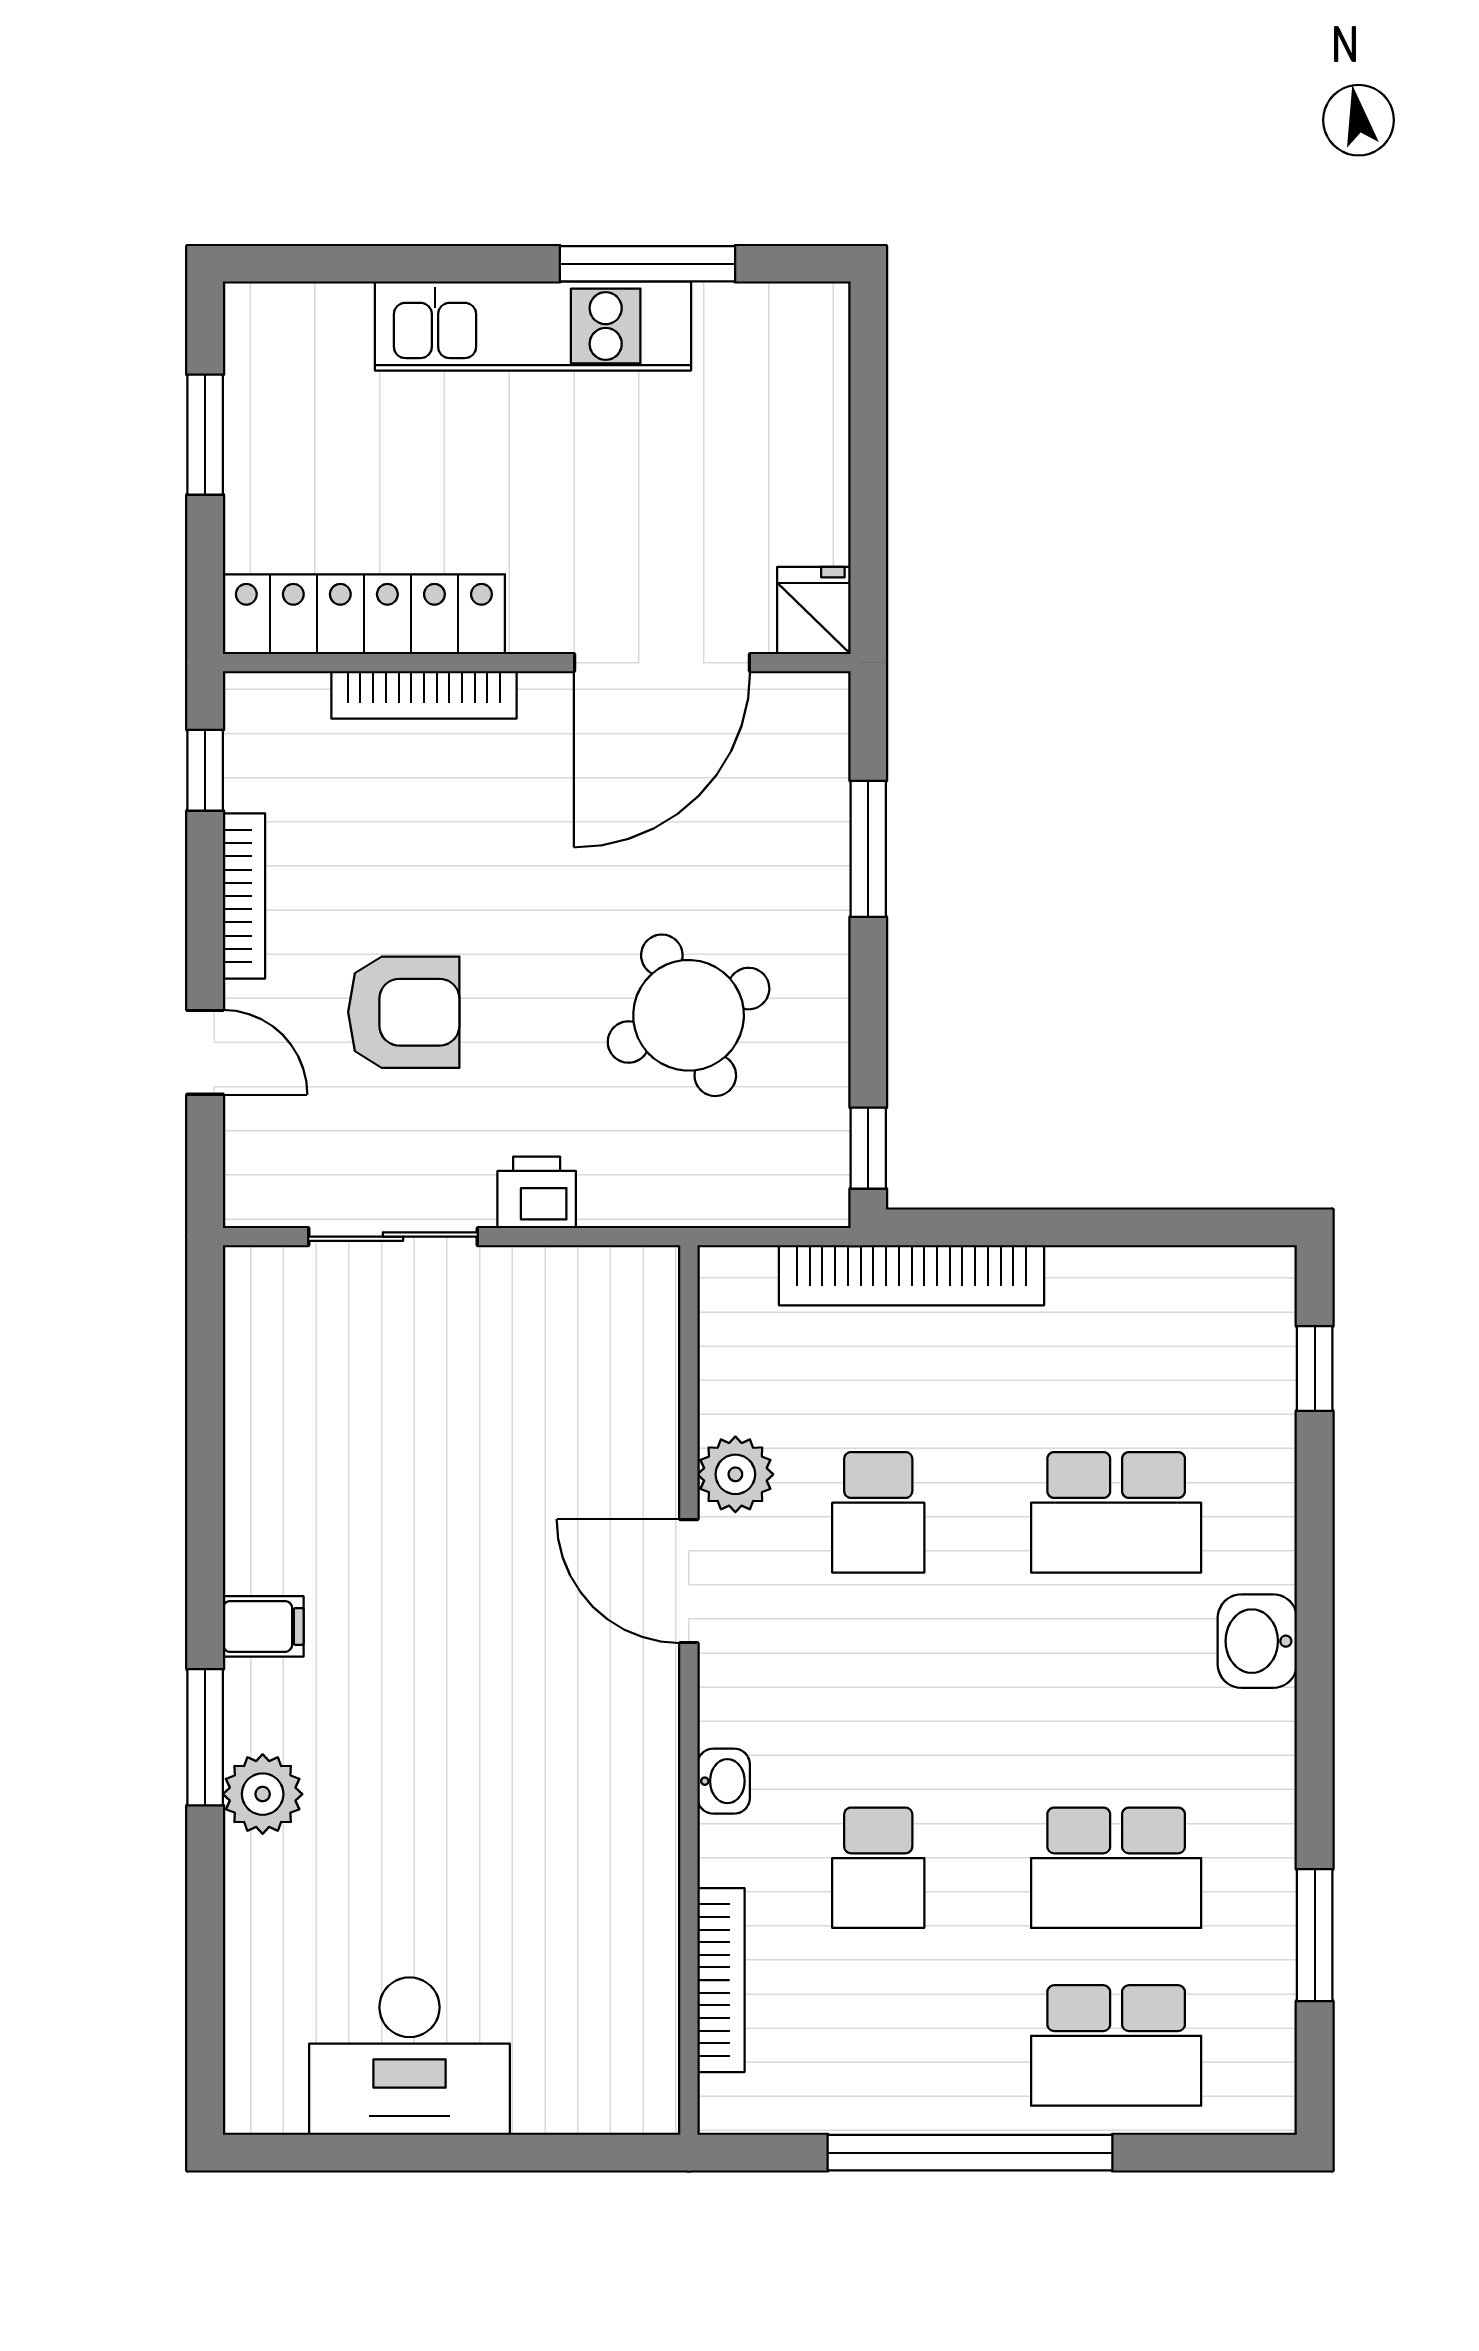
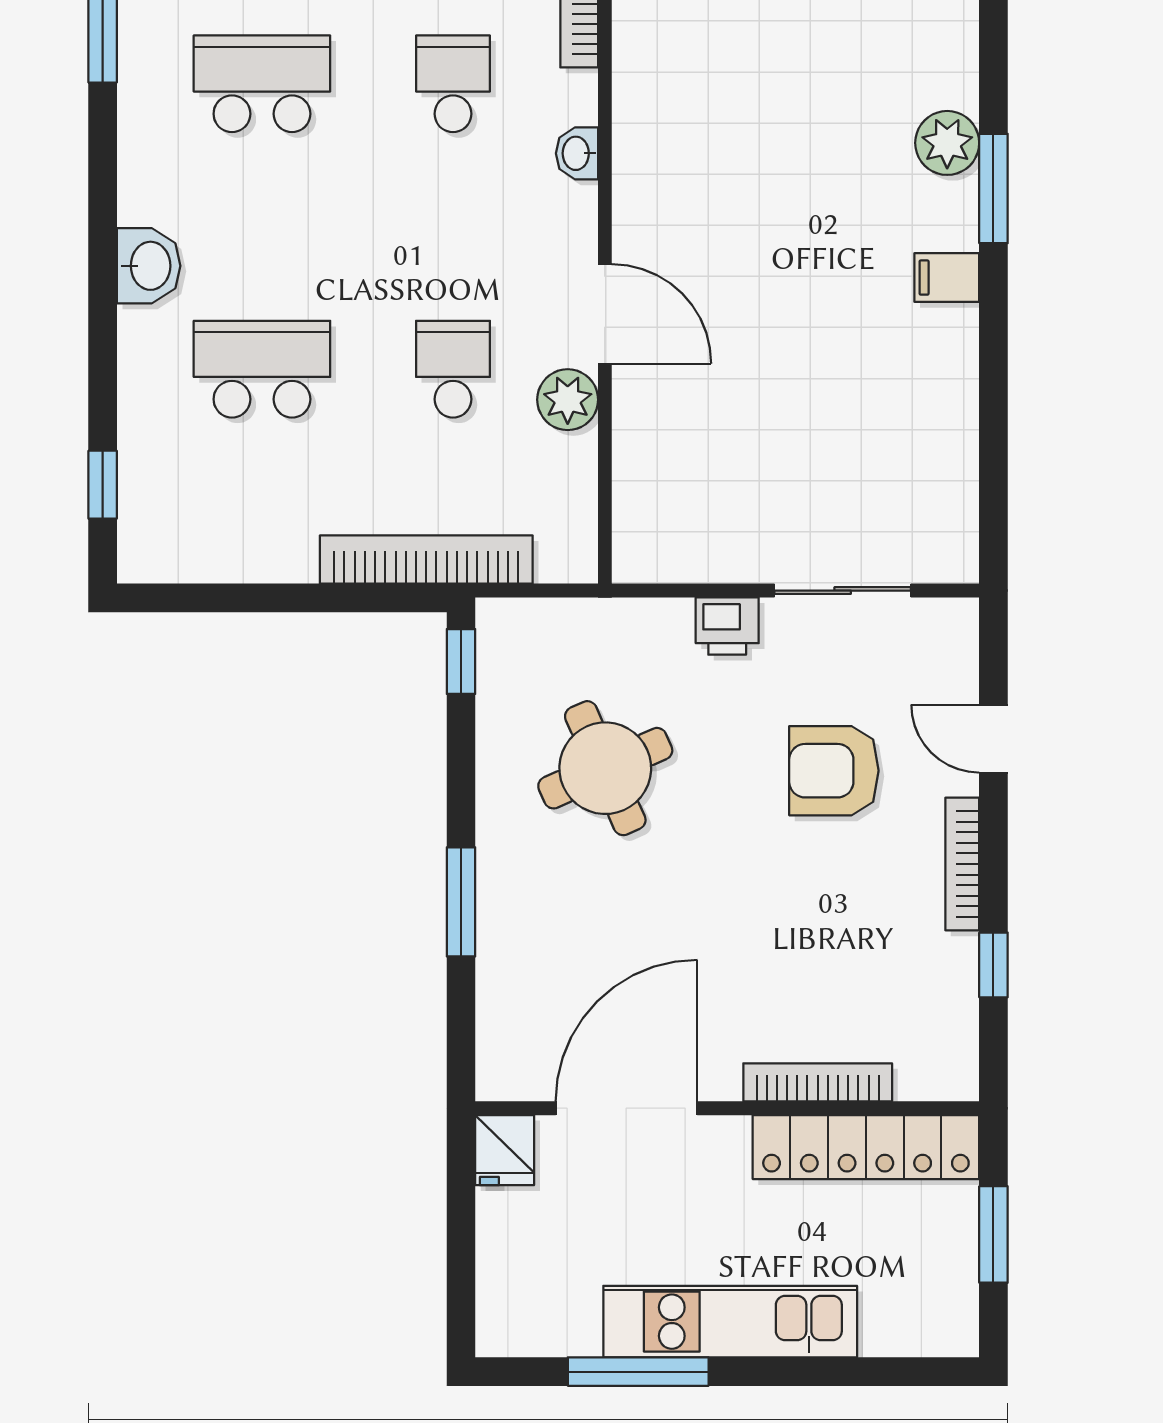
fridge: (814, 610) -> (505, 1150), moved
locker: (364, 614) -> (866, 1147), moved
wall: (537, 663) -> (727, 1108), moved
door: (662, 663) -> (627, 1108), moved
bookcase: (424, 695) -> (818, 1082), moved

